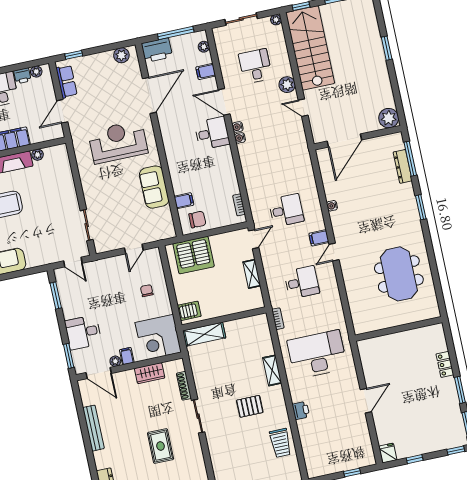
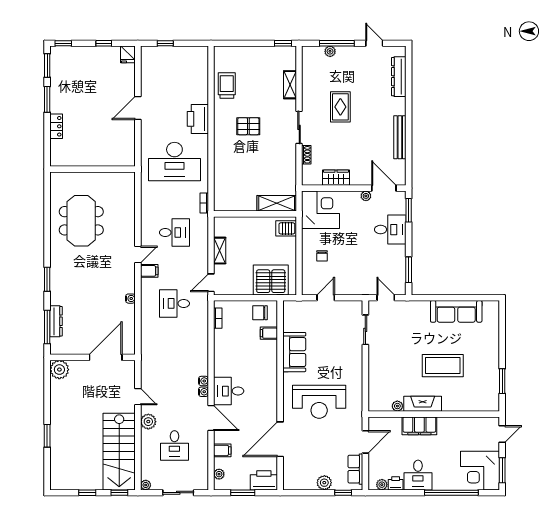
window: (176, 33) -> (243, 493), width x0.69
plant: (121, 55) -> (324, 483), moved
desk: (302, 282) -> (174, 232), turned 180
filing cabinet: (127, 356) -> (354, 198), removed
shelving: (272, 370) -> (290, 85), moved
shoe rack: (184, 386) -> (306, 155), width x0.70
printer: (301, 410) -> (198, 119), width x1.87, depth x1.48

